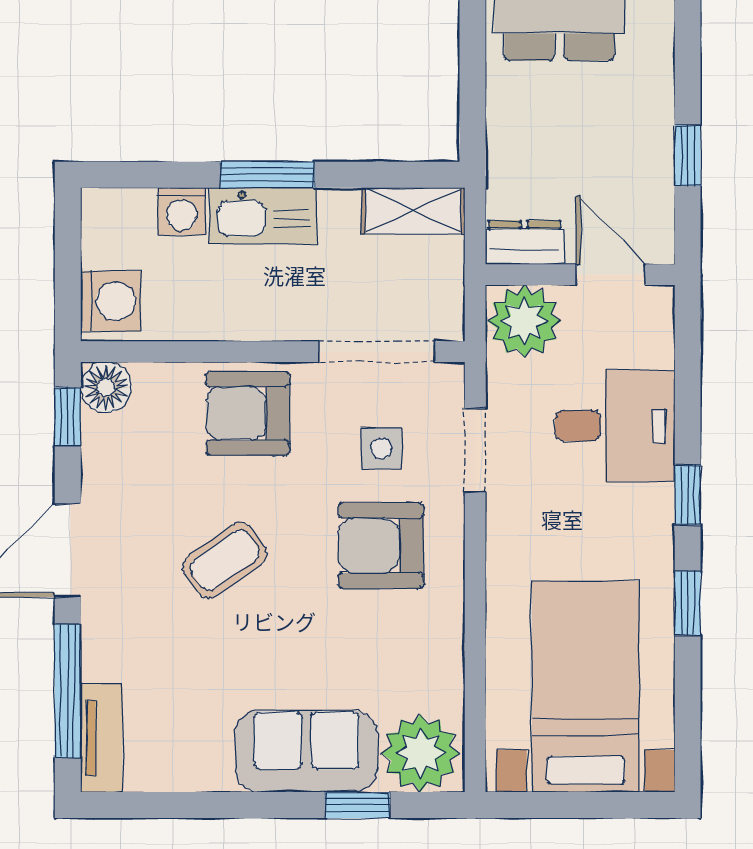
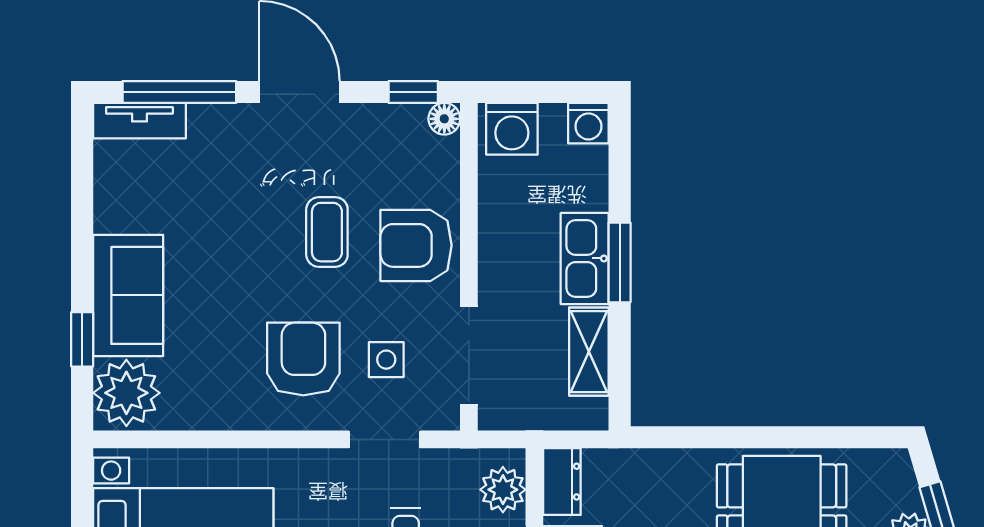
washing machine: (182, 211) -> (588, 123), moved, turned -90
shelving: (413, 211) -> (589, 352), moved
plant: (524, 321) -> (503, 490), width x0.73, depth x0.73
floor lamp: (106, 387) -> (444, 119), width x0.73, depth x0.73
armchair: (248, 414) -> (416, 245), turned -90
coffee table: (225, 560) -> (327, 232), moved, turned 35

